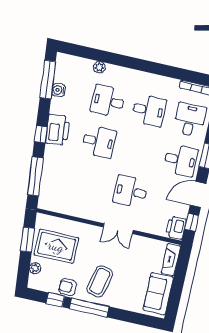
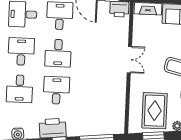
desk: (130, 191) -> (58, 53), moved

